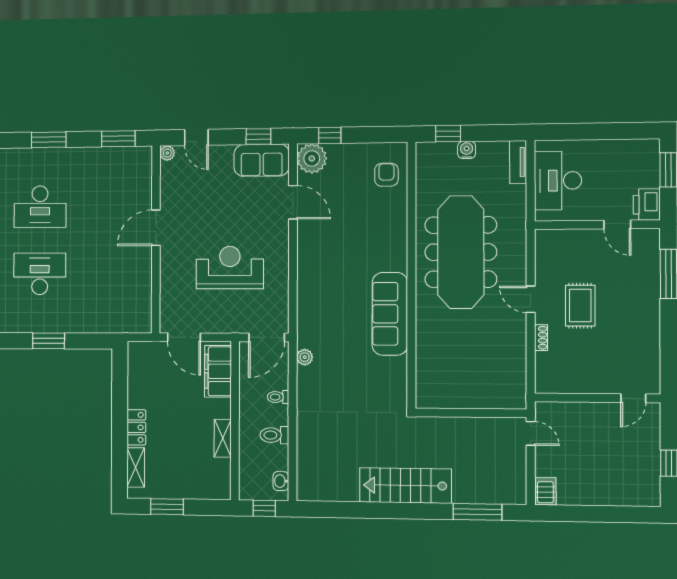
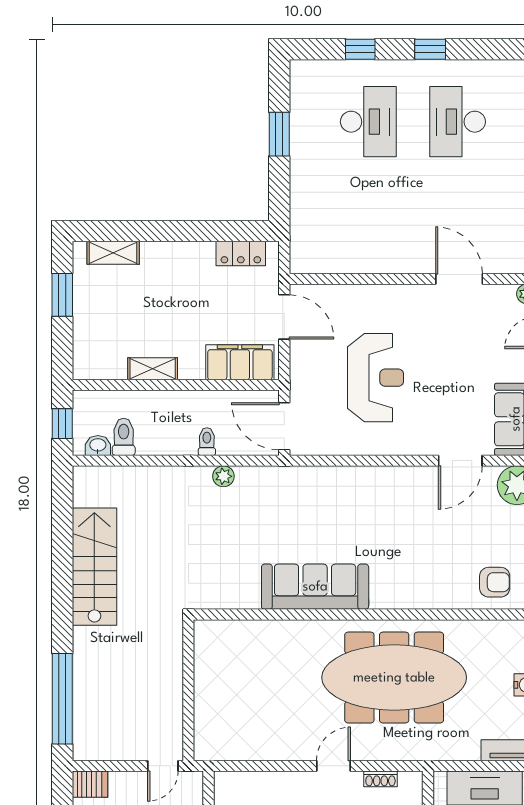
door: (156, 228) -> (459, 279), moved
door: (184, 337) -> (284, 317), swing flipped
shoe rack: (541, 338) -> (380, 779), moved
plant: (305, 357) -> (223, 476), moved
locker: (136, 427) -> (241, 254), moved
toilet: (274, 435) -> (124, 437), moved
stairs: (405, 485) -> (94, 567), moved
window: (478, 512) -> (62, 699), width x1.46

